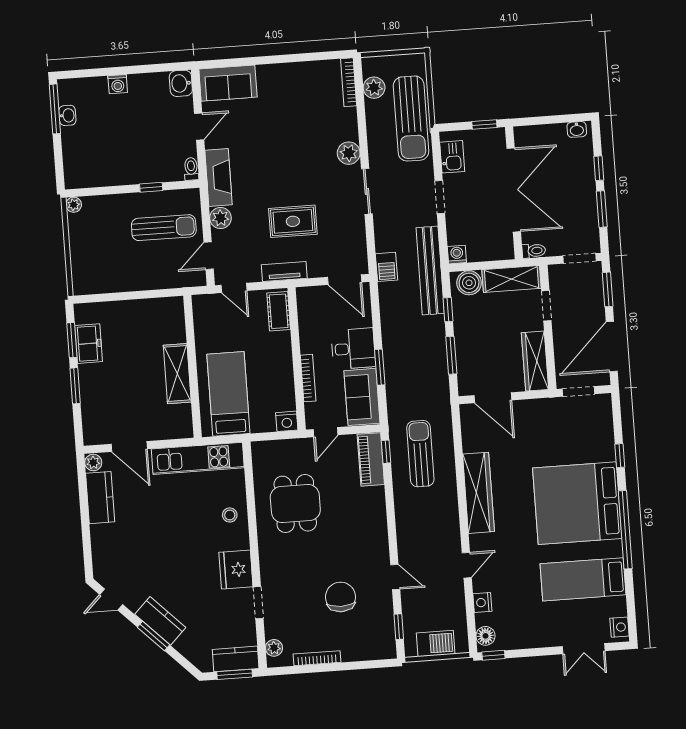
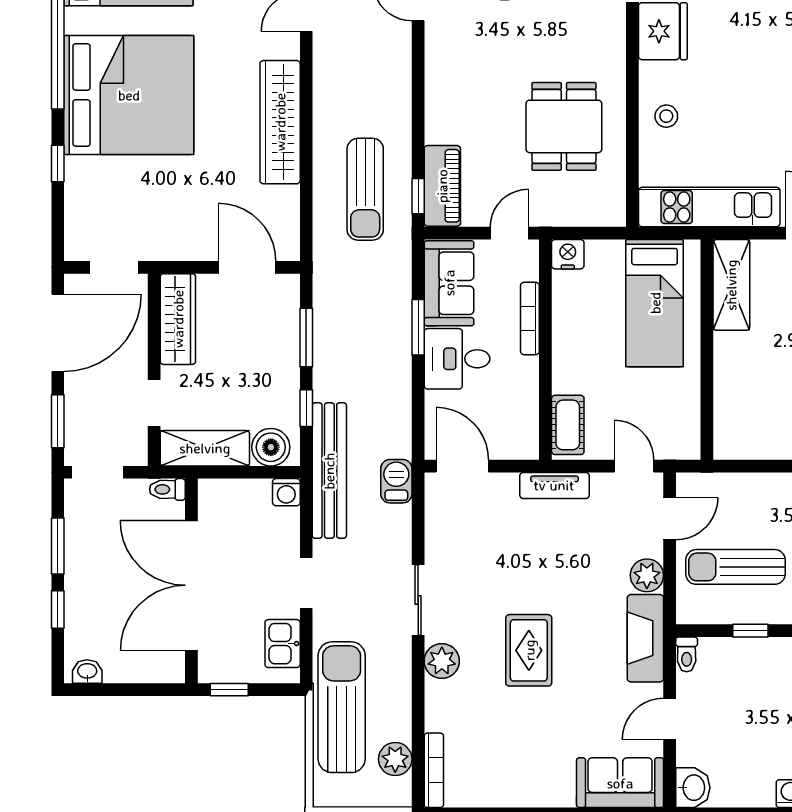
rug: (293, 221) -> (529, 650), moved, turned 90
shelving: (177, 374) -> (731, 285), moved

